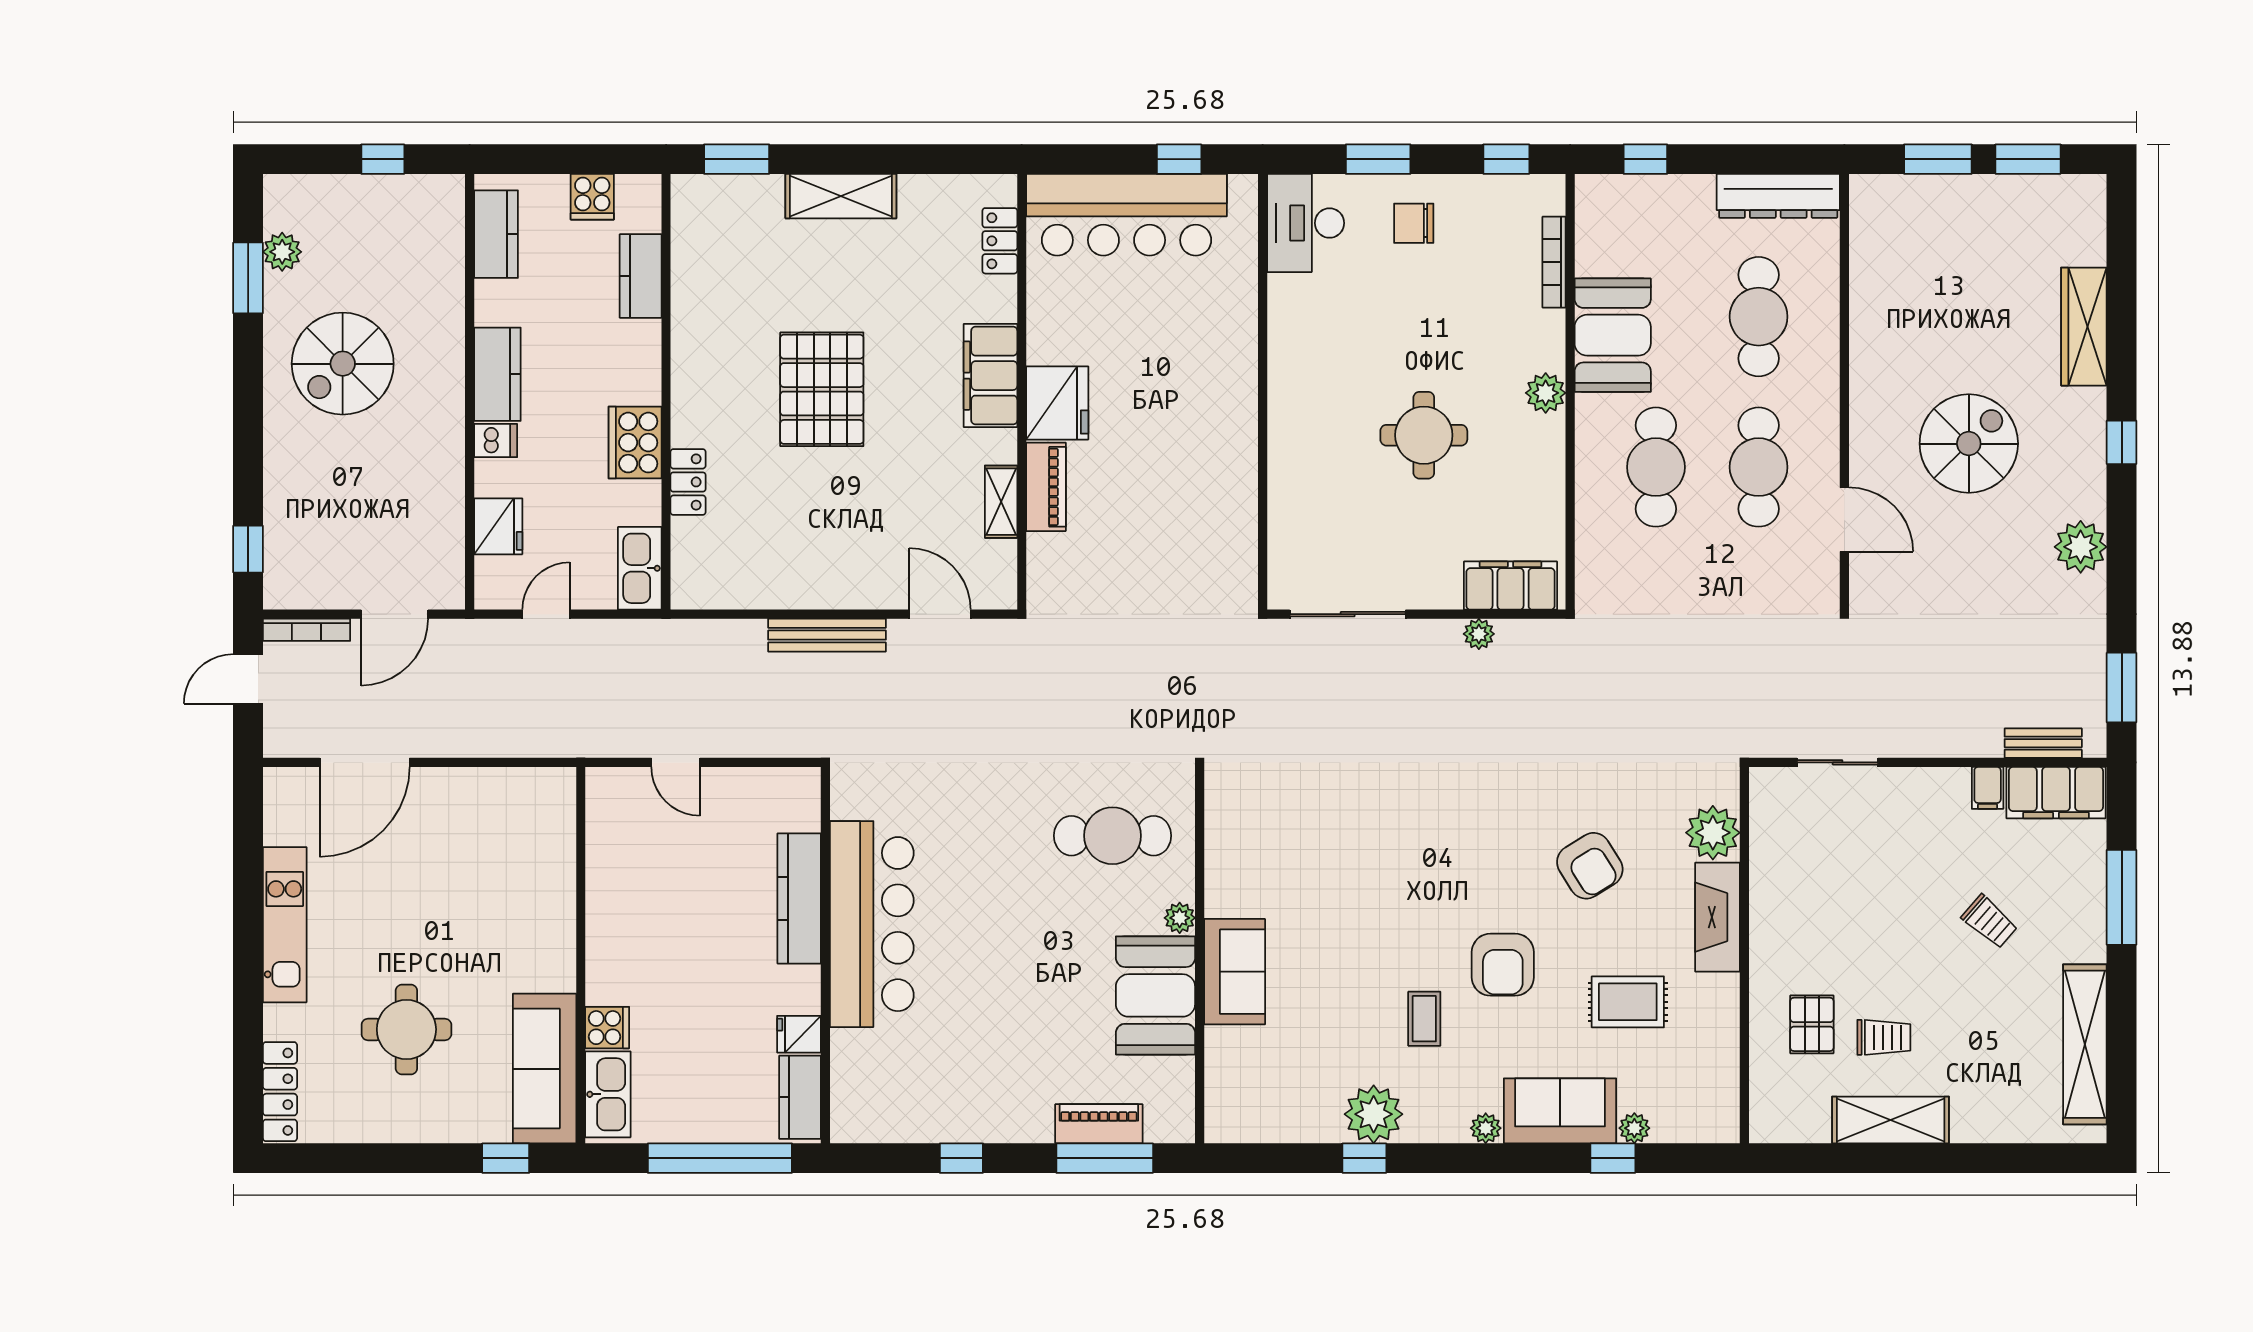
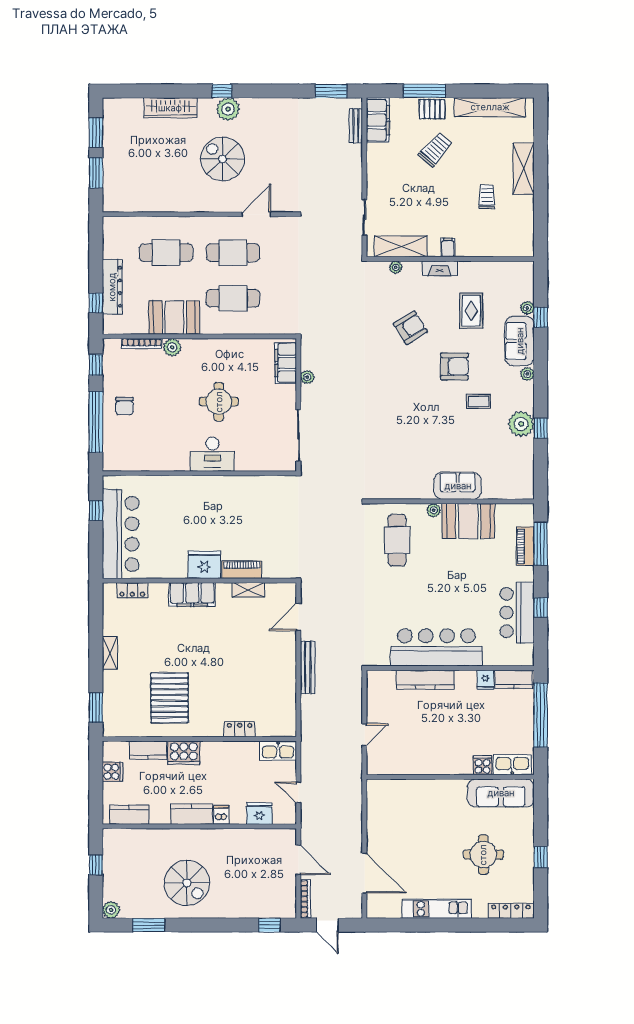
window: (1378, 159) -> (96, 422), width x2.11
shelving: (841, 196) -> (110, 653), width x0.67, depth x0.75
dresser: (1778, 196) -> (112, 287), moved
desk: (1306, 223) -> (212, 454), moved
plant: (282, 252) -> (111, 910), moved
pallet: (822, 389) -> (169, 698), moved, turned 90
plant: (1546, 393) -> (172, 347), moved
cooker: (635, 443) -> (184, 753), moved
plant: (2081, 547) -> (228, 109), moved
filing cabinet: (1988, 788) -> (448, 248), moved, turned -90
plant: (1713, 833) -> (396, 267), width x0.53, depth x0.53
shelving: (1772, 844) -> (401, 246), added
fireplace: (1717, 917) -> (440, 268), width x0.73, depth x0.76
trolley: (1990, 922) -> (435, 150), width x1.36, depth x1.39
pallet: (1812, 1024) -> (432, 109), moved
bar counter: (950, 1105) -> (517, 613), added
shelving: (1891, 1120) -> (524, 169), moved
window: (506, 1158) -> (541, 857), moved

